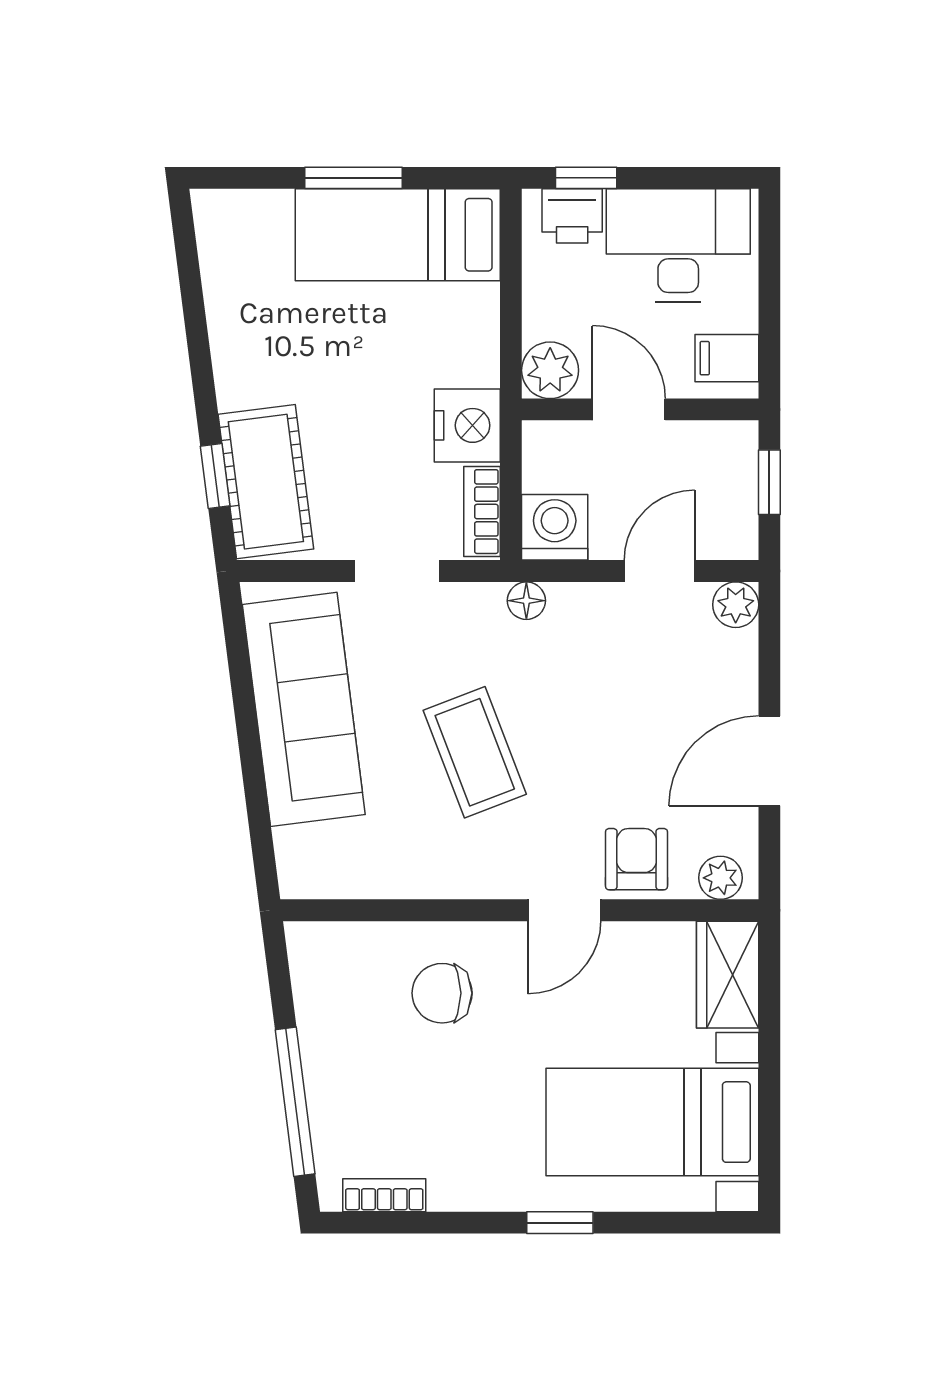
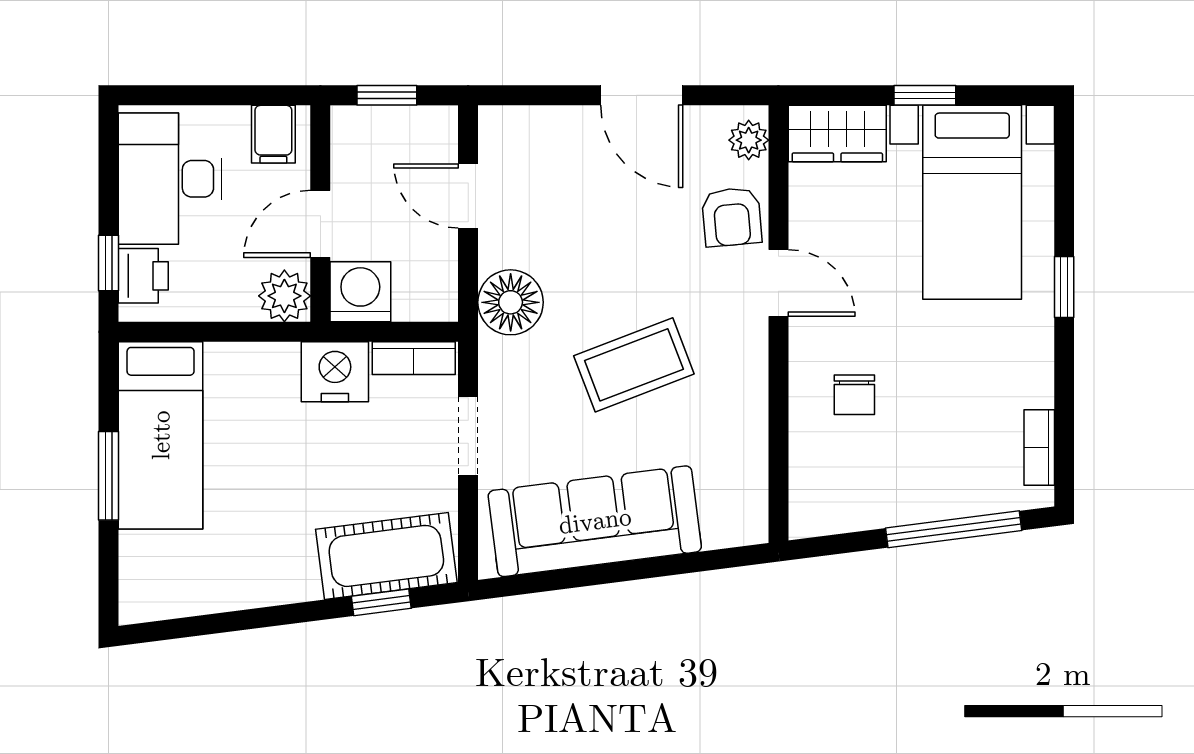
washing machine: (555, 527) -> (360, 292), moved, turned 90
floor lamp: (526, 601) -> (511, 302), width x1.89, depth x1.89
plant: (736, 605) -> (499, 126), removed
armchair: (636, 859) -> (732, 217), turned -95
chair: (442, 993) -> (854, 395), width x0.73, depth x0.73
window: (769, 1070) -> (925, 95), added

